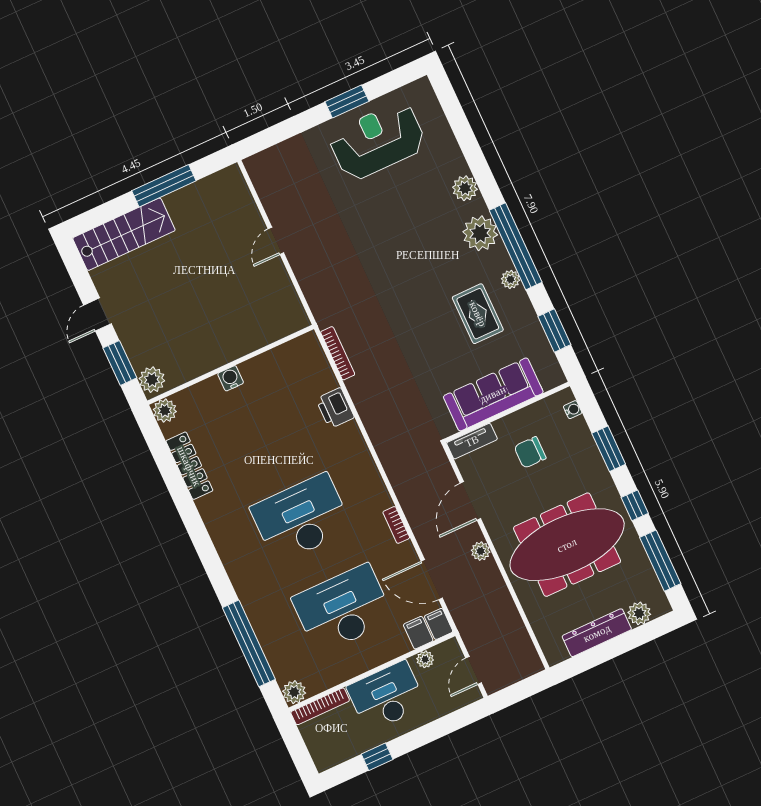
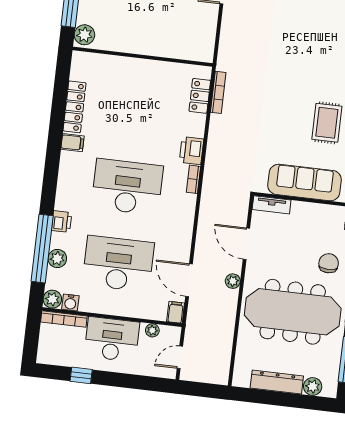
locker: (320, 369) -> (200, 96), added
water cooler: (231, 378) -> (70, 303), moved, turned 180
printer: (335, 408) -> (192, 151), moved
plant: (165, 411) -> (57, 259), moved
chair: (530, 452) -> (329, 263), moved, turned 90
door: (470, 501) -> (246, 244), hinge flipped
bookcase: (396, 525) -> (193, 179), moved
printer: (252, 601) -> (62, 222), added
filing cabinet: (418, 633) -> (72, 143), moved, turned 90

